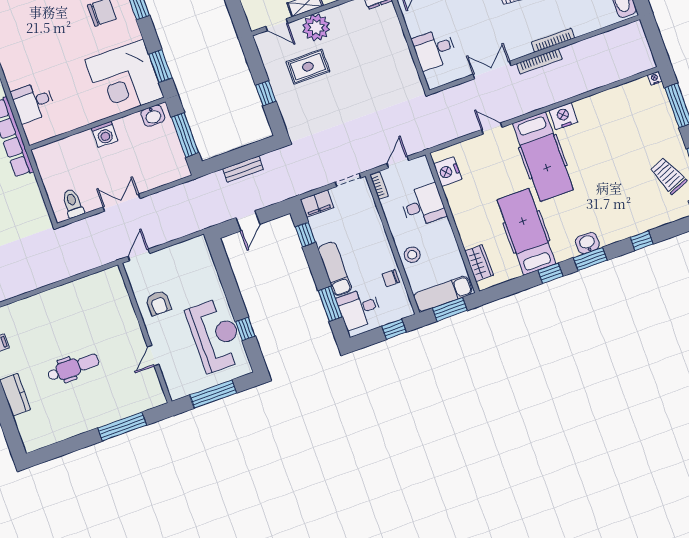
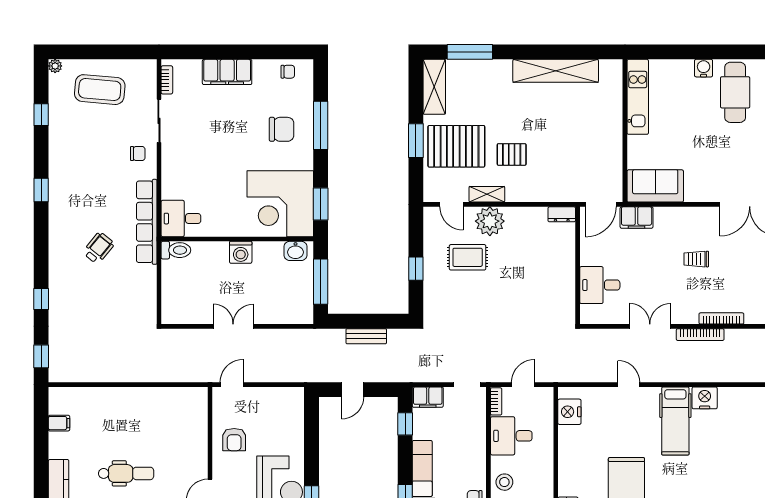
desk: (33, 102) -> (181, 219), moved
hospital bed: (543, 157) -> (675, 421), width x0.73, depth x0.78
toilet: (73, 203) -> (176, 250), moved, turned 90
desk: (423, 205) -> (511, 436), moved, turned 180

